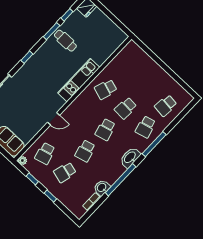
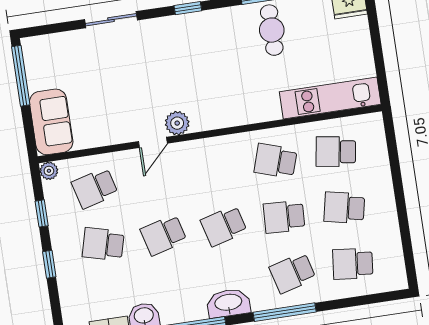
school desk: (126, 68) -> (336, 152), added
kitchen unit: (79, 80) -> (330, 98), moved
school desk: (146, 87) -> (344, 208), added
plant: (57, 104) -> (177, 123), added
door: (54, 119) -> (153, 142), hinge flipped

